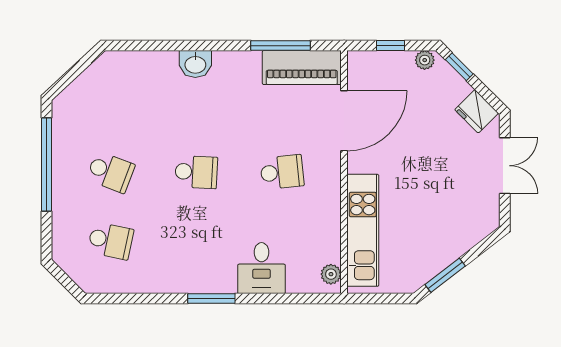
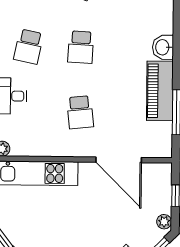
piano: (302, 68) -> (160, 91), moved
school desk: (196, 241) -> (29, 47), added

